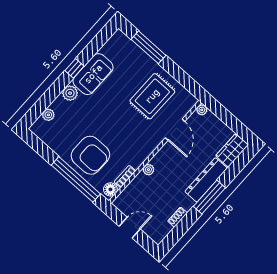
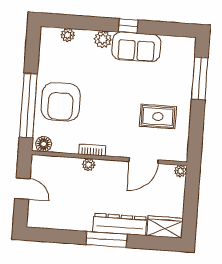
rug: (152, 96) -> (158, 116), width x0.73, depth x0.70
bookcase: (125, 176) -> (92, 150), moved
shoe rack: (177, 217) -> (66, 225), removed

